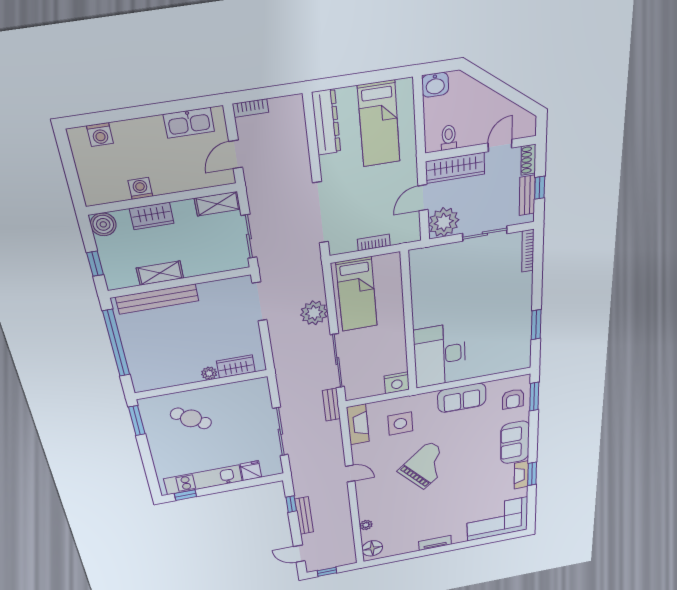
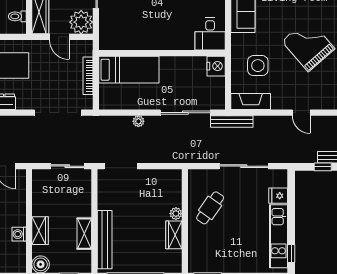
shelving: (217, 204) -> (39, 184), removed
bookcase: (374, 242) -> (88, 76), width x1.56
bed: (357, 294) -> (129, 70), moved
plant: (314, 313) -> (138, 121), width x0.53, depth x0.53
desk: (440, 355) -> (210, 34), width x0.53, depth x0.77
wardrobe: (236, 366) -> (174, 235), moved
bench: (331, 405) -> (232, 122), width x1.36
cafe table: (191, 418) -> (210, 208), moved
door: (350, 474) -> (301, 113), swing flipped

